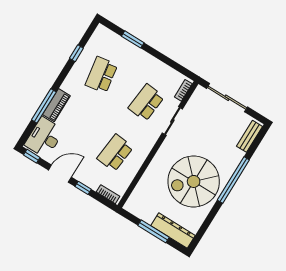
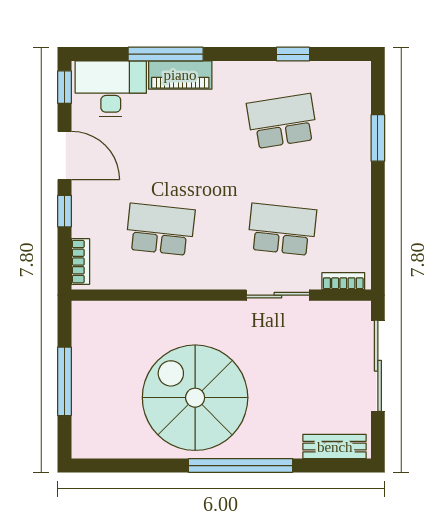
dresser: (173, 231) -> (87, 415), removed

